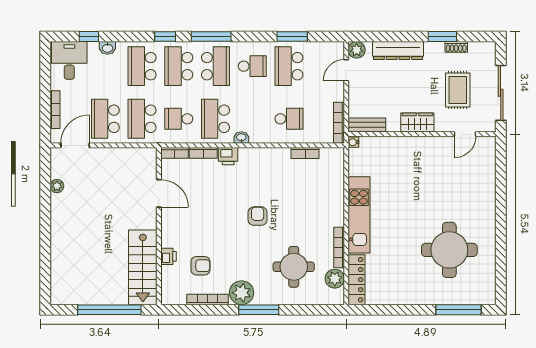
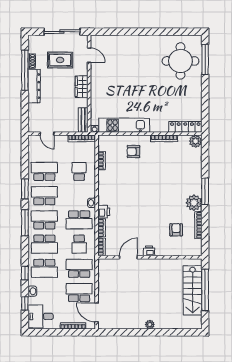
window: (165, 37) -> (25, 273), moved
window: (292, 37) -> (25, 189), moved
window: (442, 37) -> (25, 70), width x2.11
plant: (357, 50) -> (34, 127), removed
dresser: (398, 51) -> (34, 86), moved
school desk: (252, 66) -> (44, 196), width x1.85
school desk: (289, 66) -> (44, 171), turned 180
school desk: (105, 119) -> (79, 293), turned 180
school desk: (142, 119) -> (79, 268), turned 180
plant: (57, 186) -> (150, 325), moved
kitchen unit: (359, 215) -> (124, 125), moved
armchair: (258, 216) -> (133, 152), moved
round table: (449, 250) -> (180, 61), moved
printer: (168, 256) -> (149, 251), moved
stairs: (143, 267) -> (193, 290), moved, turned 90
round table: (294, 267) -> (177, 168), removed
plant: (335, 279) -> (196, 141), moved

